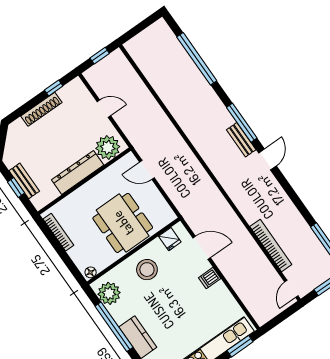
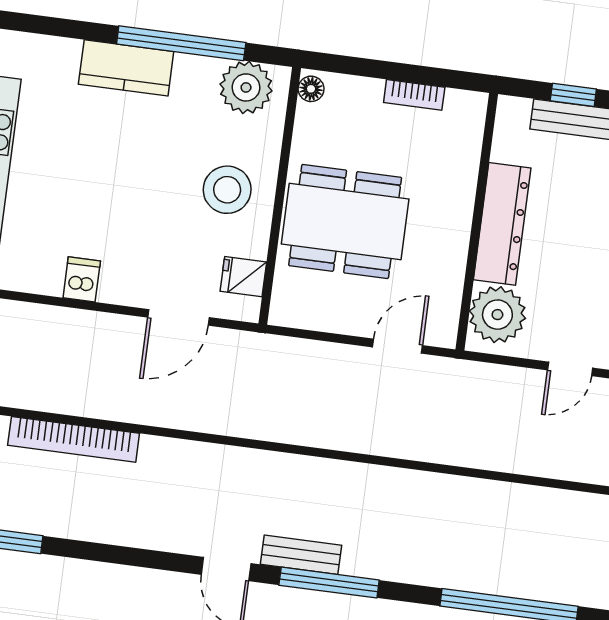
bookcase: (58, 232) -> (414, 95), width x0.64
dishwasher: (210, 278) -> (82, 279), moved

